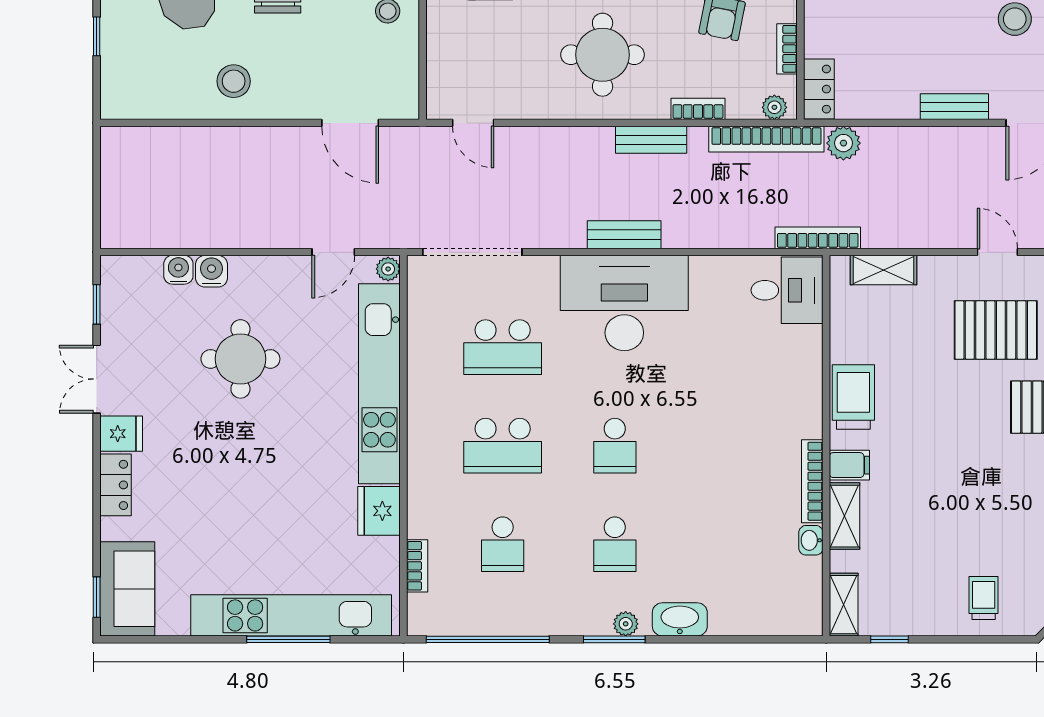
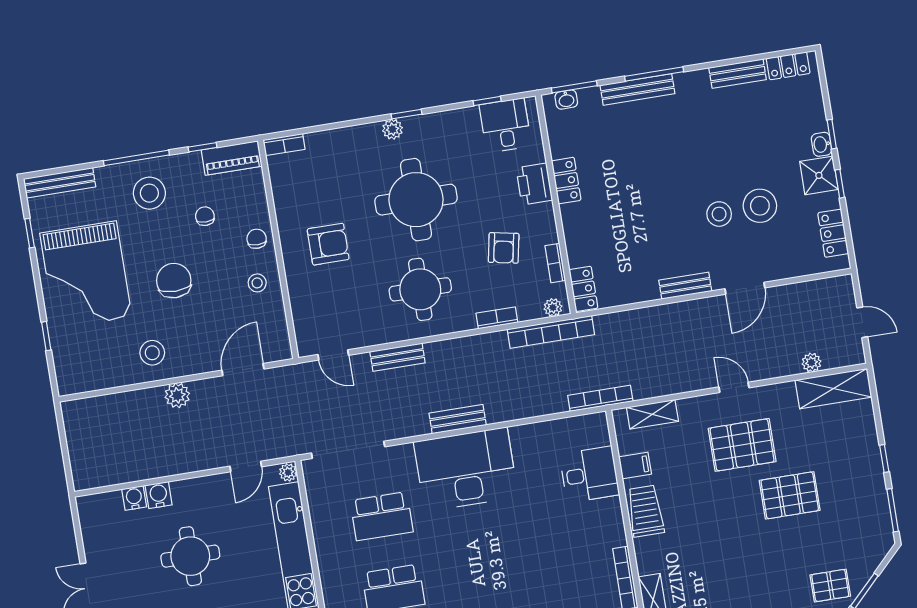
door: (350, 123) -> (243, 370), swing flipped
bench: (651, 140) -> (397, 357), moved
plant: (843, 143) -> (177, 395), moved
desk: (787, 290) -> (590, 474), moved
window: (97, 304) -> (78, 533), removed
school desk: (615, 446) -> (476, 575), removed
filing cabinet: (849, 465) -> (635, 465), moved

